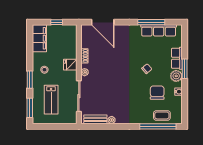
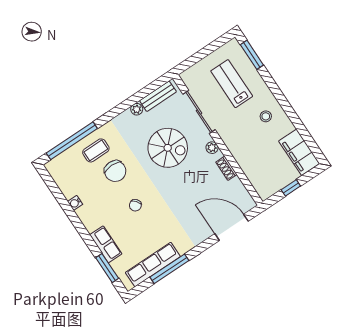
fridge: (70, 65) -> (237, 145), removed
window: (185, 69) -> (107, 268), moved
plant: (176, 76) -> (91, 221), removed
window: (30, 80) -> (276, 91), removed
spiral stairs: (109, 88) -> (168, 148), added
chair: (157, 93) -> (115, 171), moved
coffee table: (162, 115) -> (96, 150), moved

